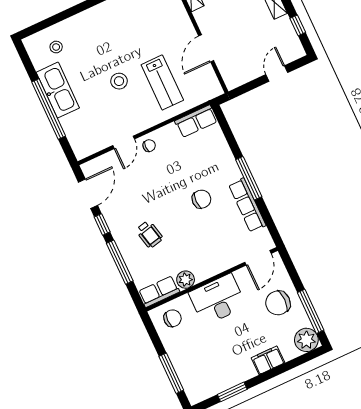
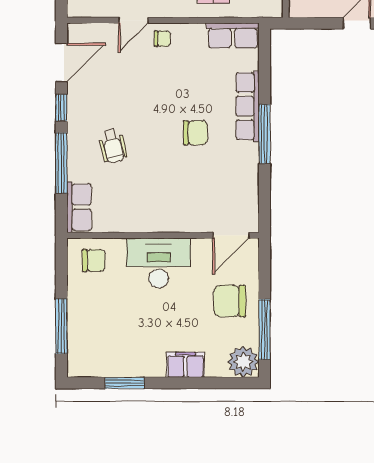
row of seats: (247, 205) -> (248, 106), moved
plant: (186, 280) -> (131, 221), removed
row of seats: (159, 292) -> (79, 207), moved, turned 90

